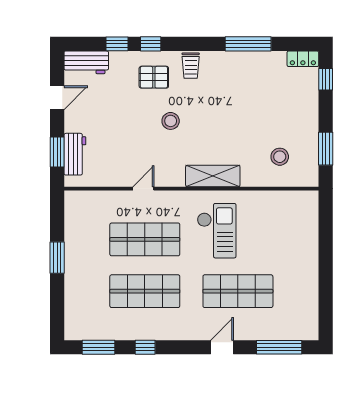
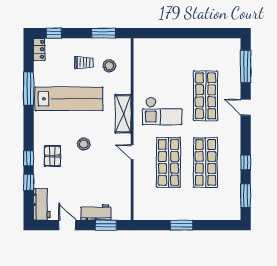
trolley: (191, 66) -> (84, 63), moved
lab bench: (234, 100) -> (69, 99), added
workbench: (75, 154) -> (96, 212), moved
door: (143, 189) -> (132, 152), moved
checkout: (217, 231) -> (162, 111), turned 180

